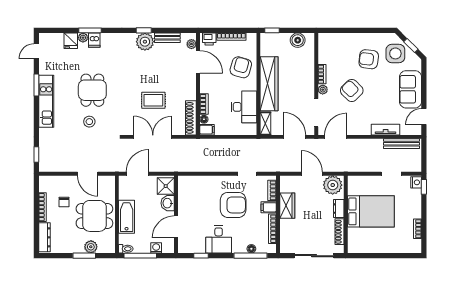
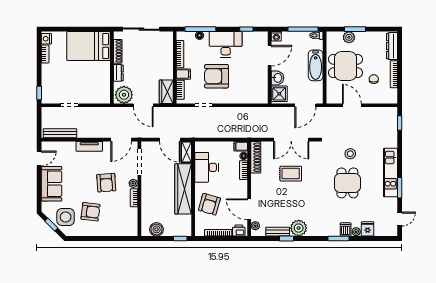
window: (90, 30) -> (338, 238), moved
window: (144, 30) -> (287, 238), moved
armchair: (352, 90) -> (106, 183), turned 41
tv unit: (386, 130) -> (89, 146), moved
door: (295, 137) -> (170, 140), moved
nightstand: (416, 182) -> (46, 39), moved
wardrobe: (287, 206) -> (166, 92), moved
bed: (371, 211) -> (88, 46), moved
desk: (219, 239) -> (226, 44), width x1.37
washing machine: (156, 248) -> (276, 36), moved

